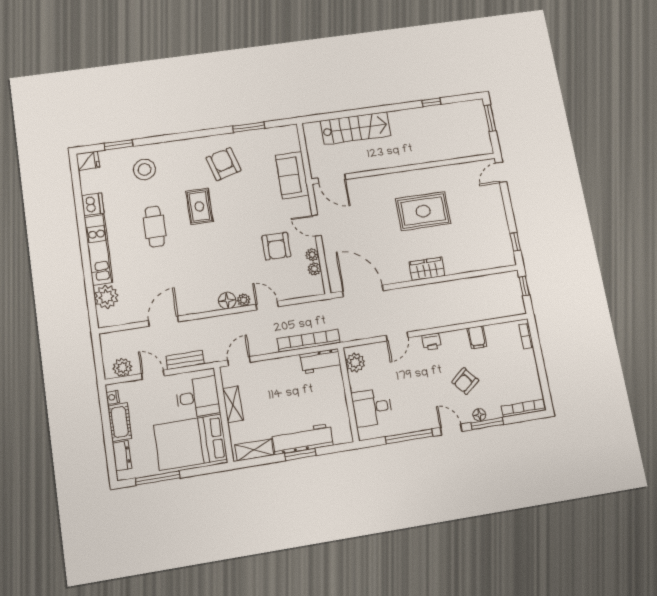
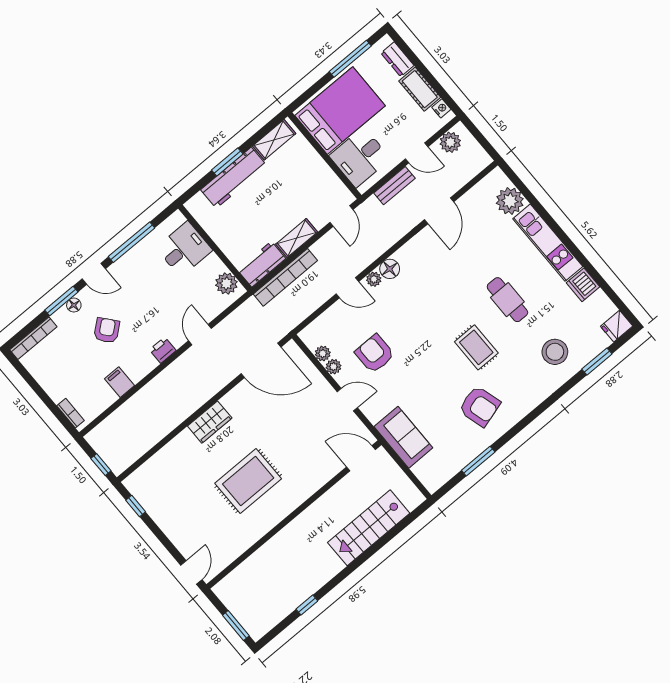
shelving: (233, 404) -> (297, 238), moved, turned 90

